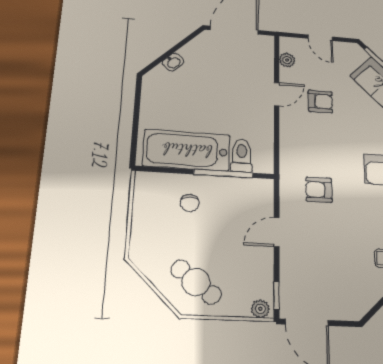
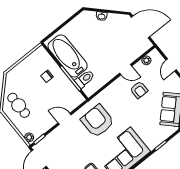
armchair: (319, 190) -> (97, 121), width x1.88, depth x1.88
cafe table: (196, 282) -> (19, 105), turned -38

